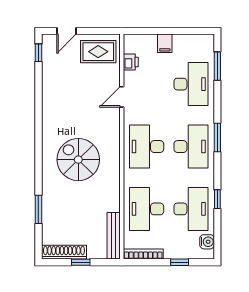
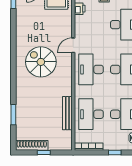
door: (122, 97) -> (73, 45), moved
spiral stairs: (78, 160) -> (41, 62), moved
bench: (114, 236) -> (67, 113), moved

